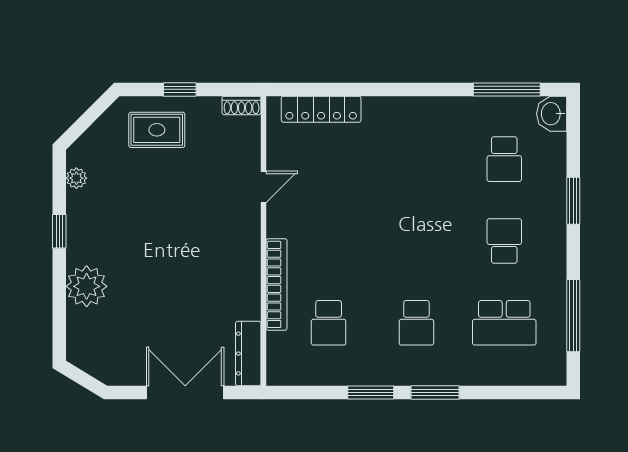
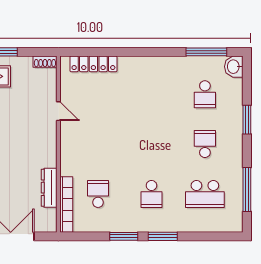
door: (264, 187) -> (58, 111), hinge flipped
bookcase: (277, 284) -> (66, 204), moved
school desk: (329, 323) -> (98, 194), turned 180
dresser: (248, 354) -> (49, 188), moved

